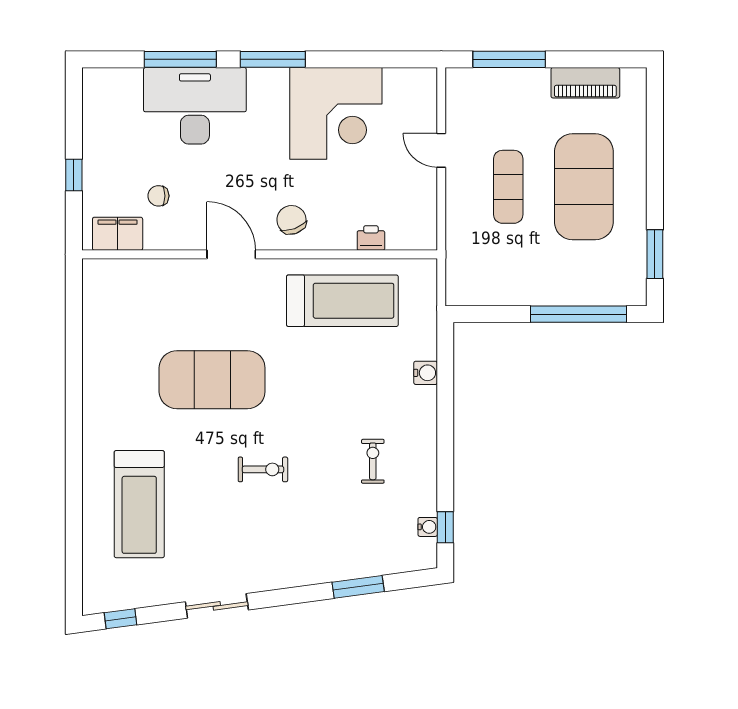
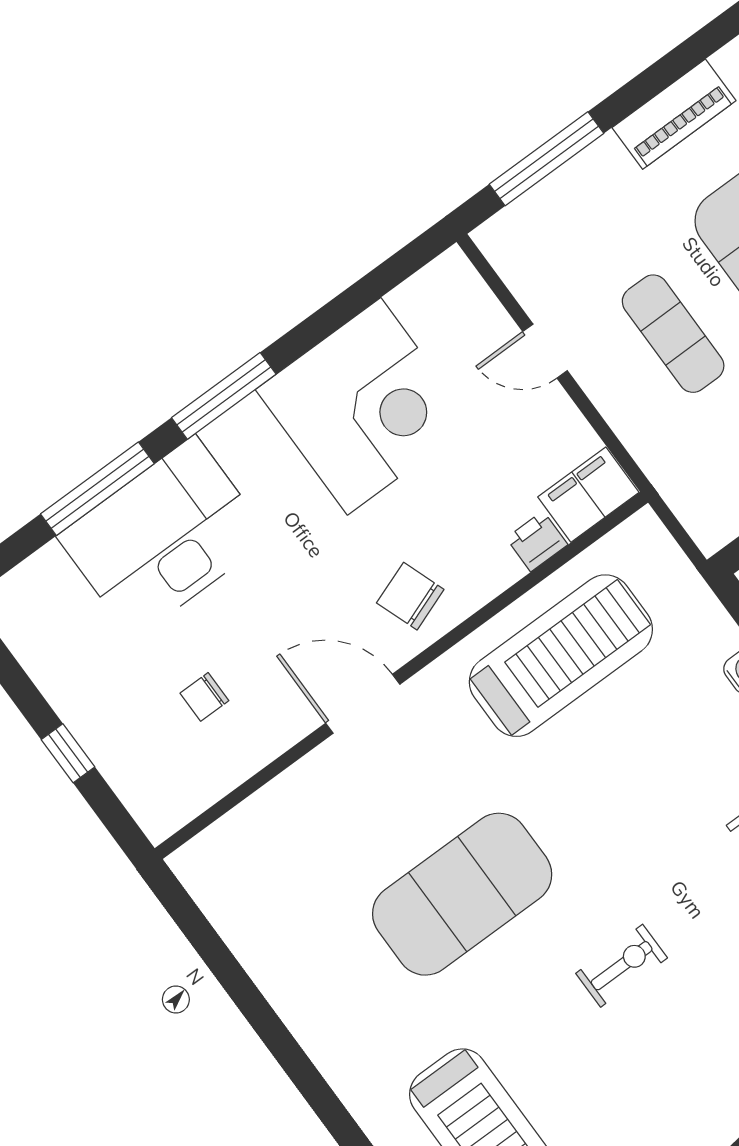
filing cabinet: (118, 234) -> (588, 495), moved

